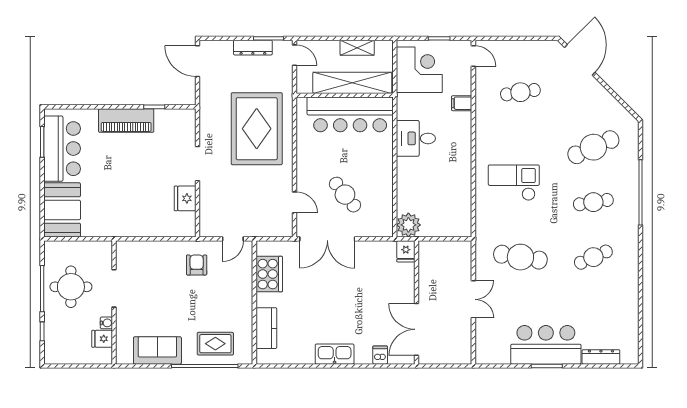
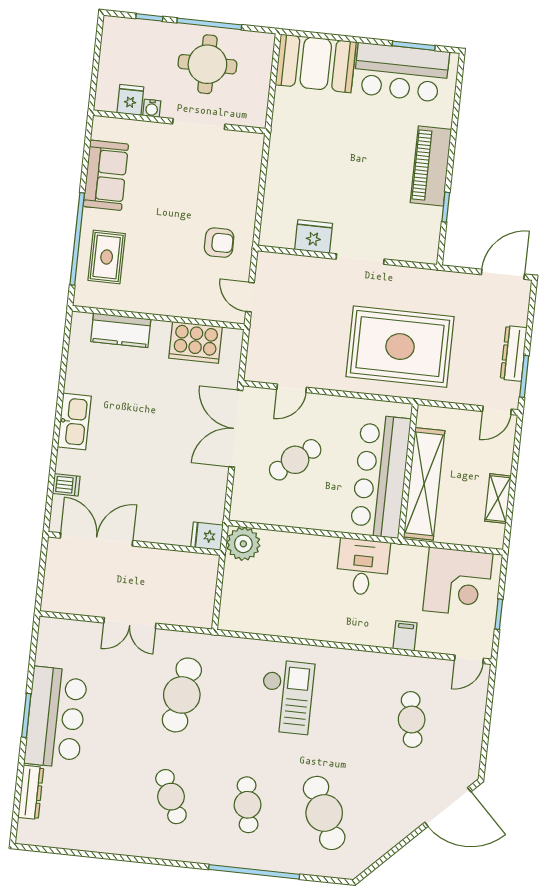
shelving: (352, 83) -> (424, 484), moved
wall: (345, 95) -> (408, 471), moved
bar counter: (350, 114) -> (380, 476), moved

